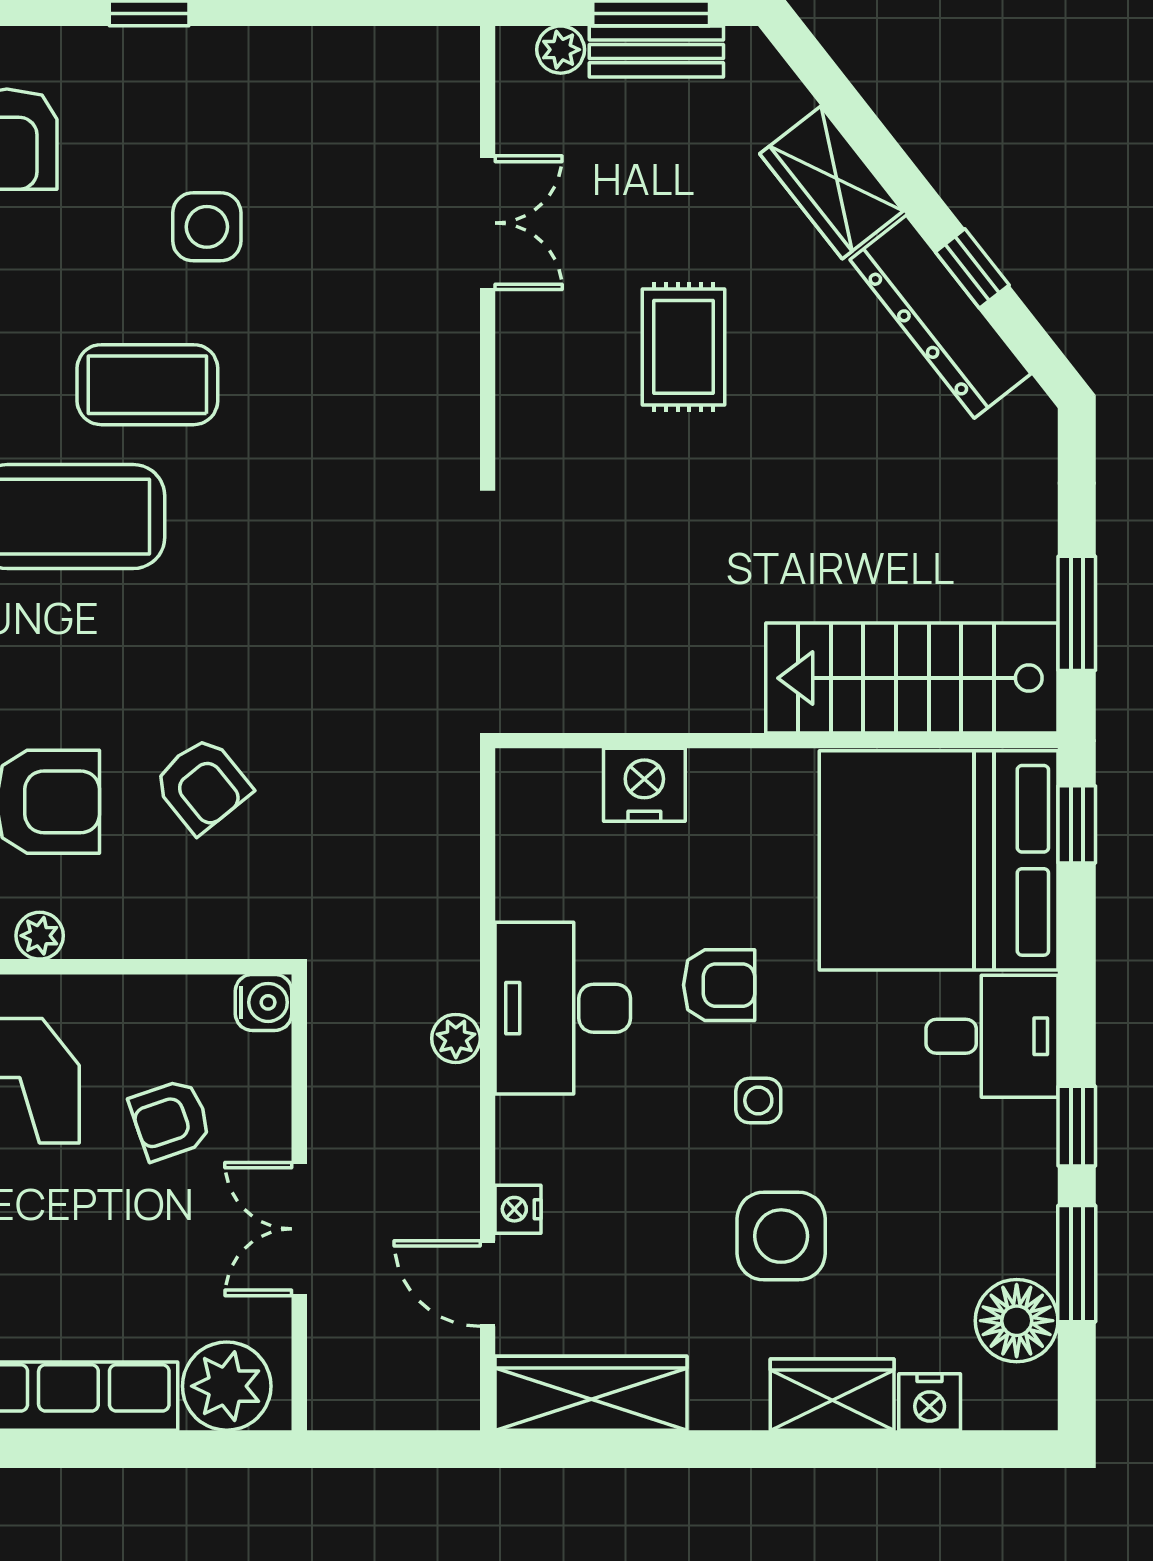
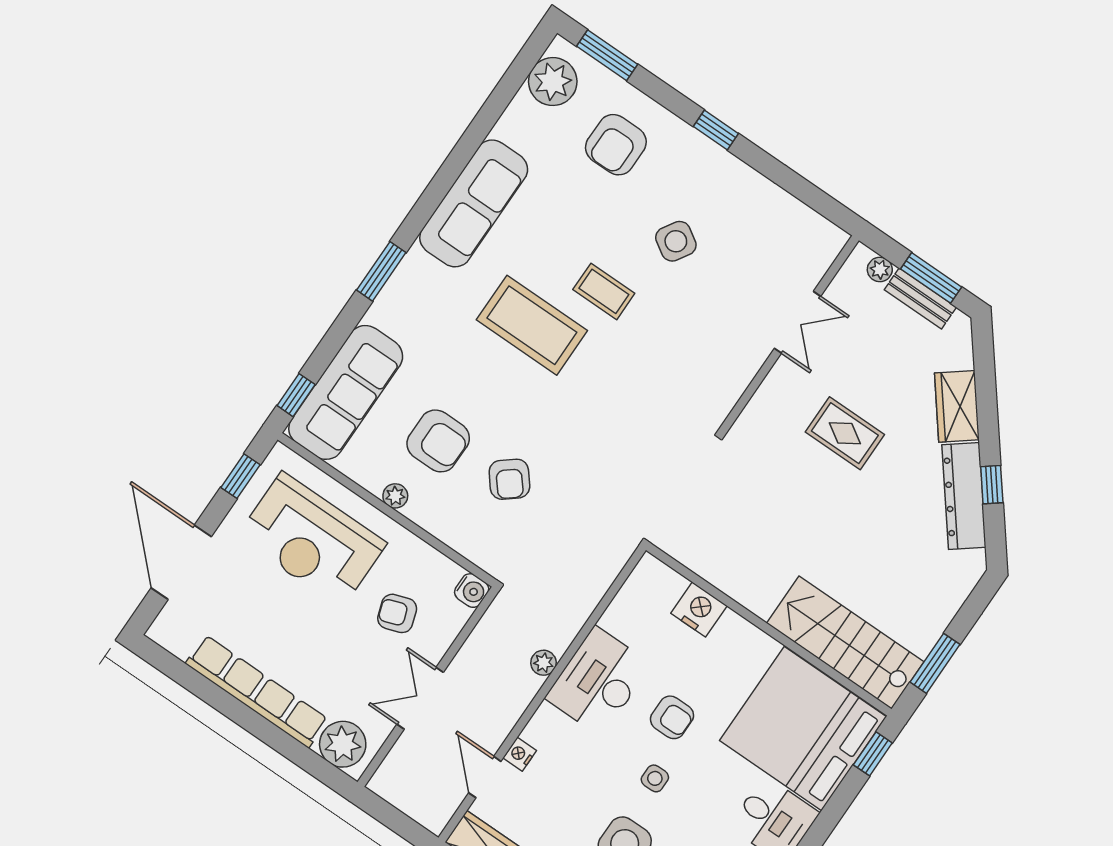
side table: (207, 227) -> (676, 241), turned 32
rug: (683, 347) -> (845, 433), turned 90
coffee table: (147, 385) -> (604, 291), width x0.73, depth x0.77

